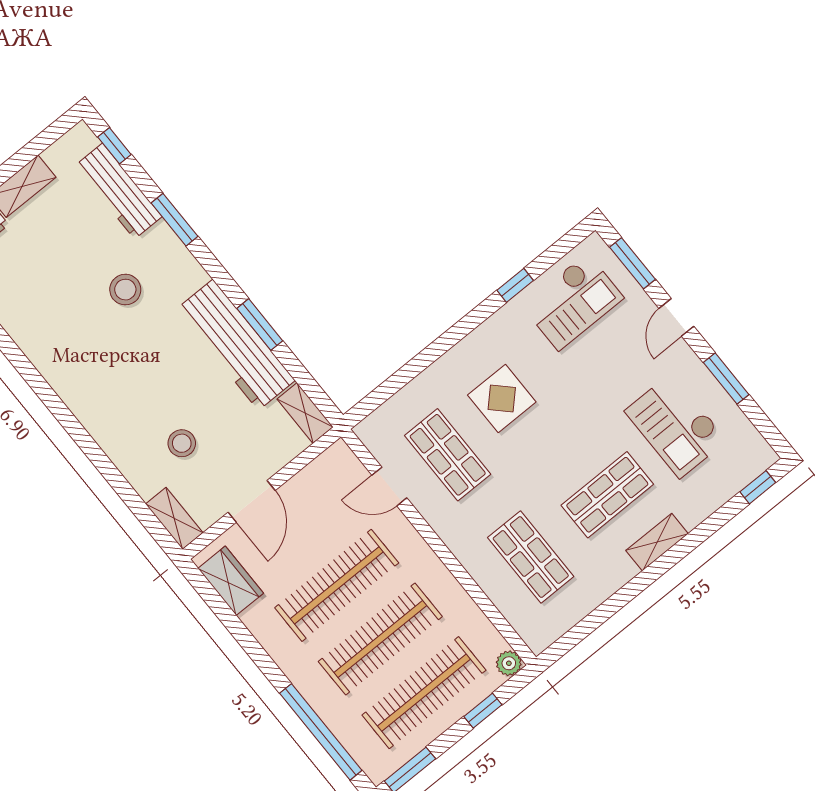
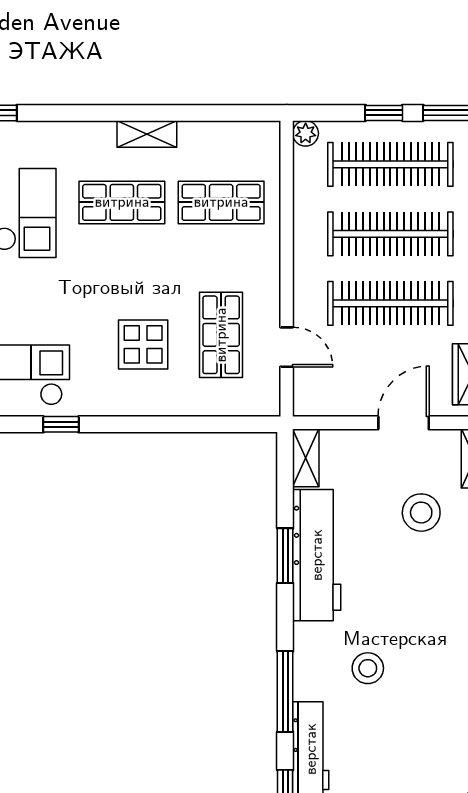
window: (175, 220) -> (285, 692), width x1.44
stool: (182, 443) -> (421, 513), width x1.38, depth x1.38
shelving: (657, 542) -> (147, 134), moved
shop shelf: (531, 557) -> (221, 202), turned 90
window: (483, 711) -> (384, 113), moved

